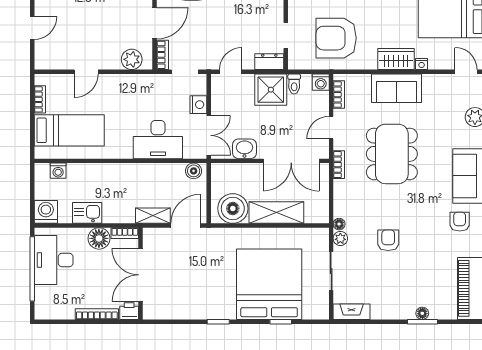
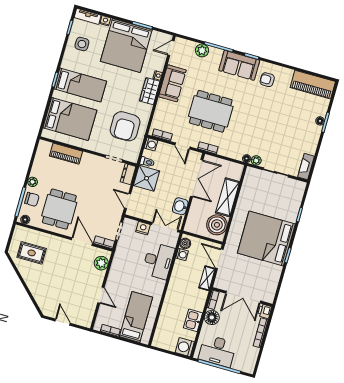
sofa: (397, 88) -> (172, 83), moved
washing machine: (58, 171) -> (182, 255), moved
armchair: (388, 240) -> (266, 130), removed
bed: (269, 284) -> (266, 239), moved

